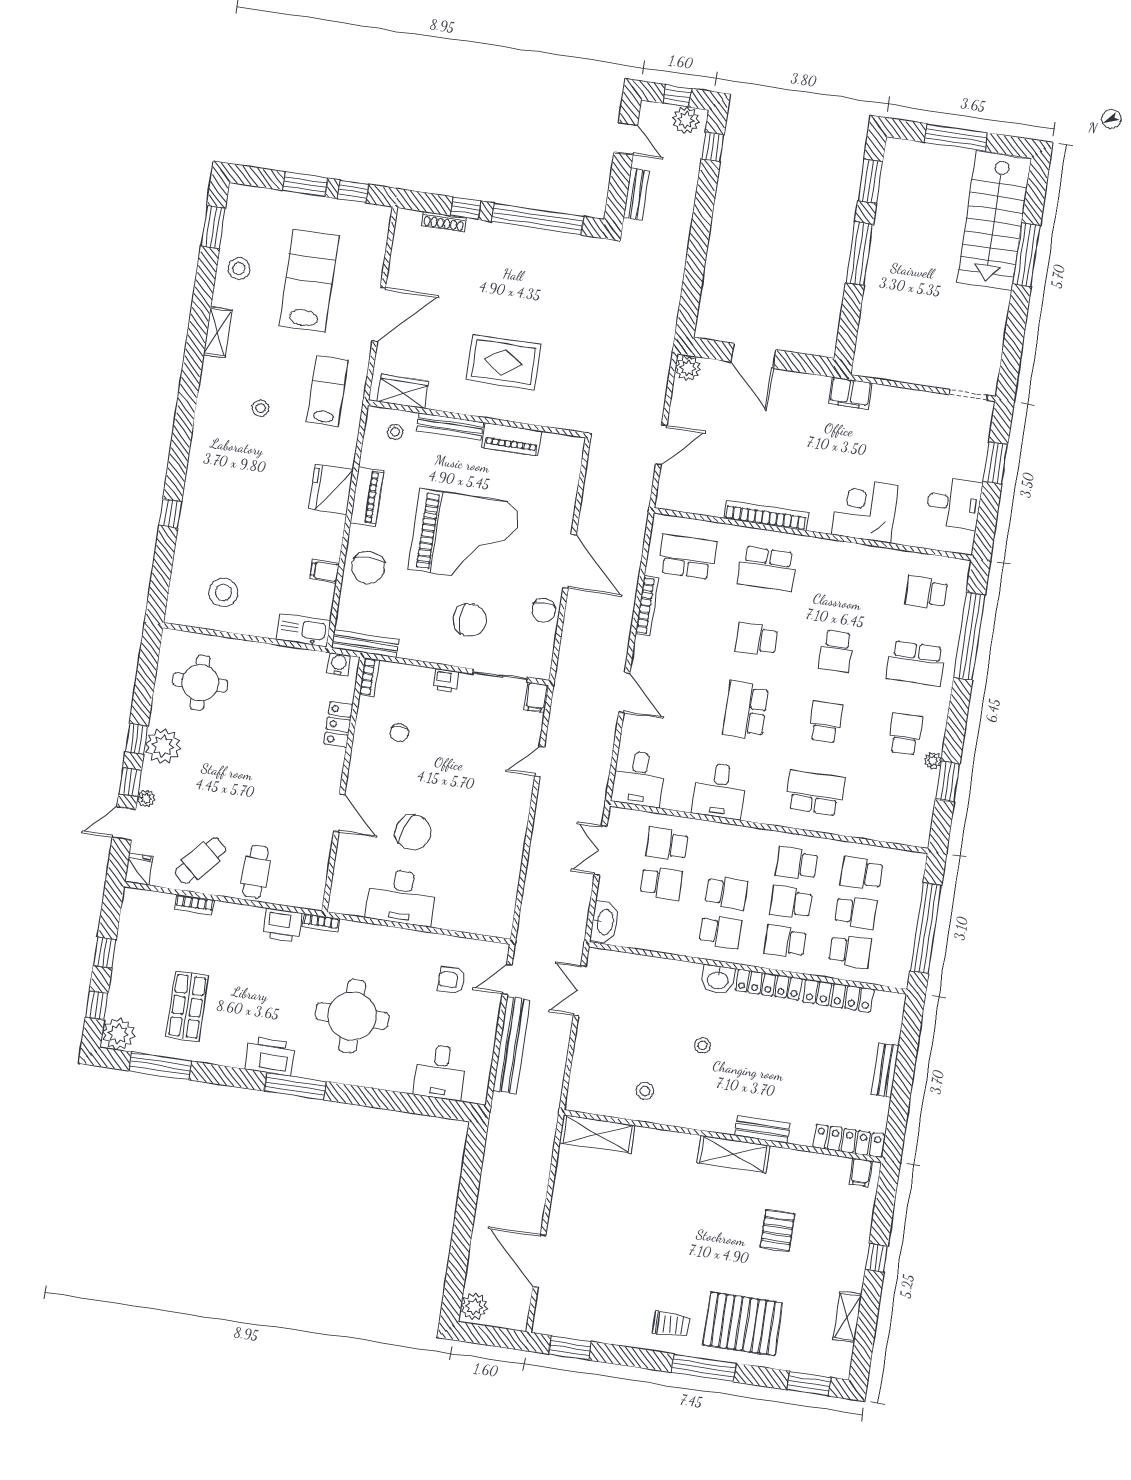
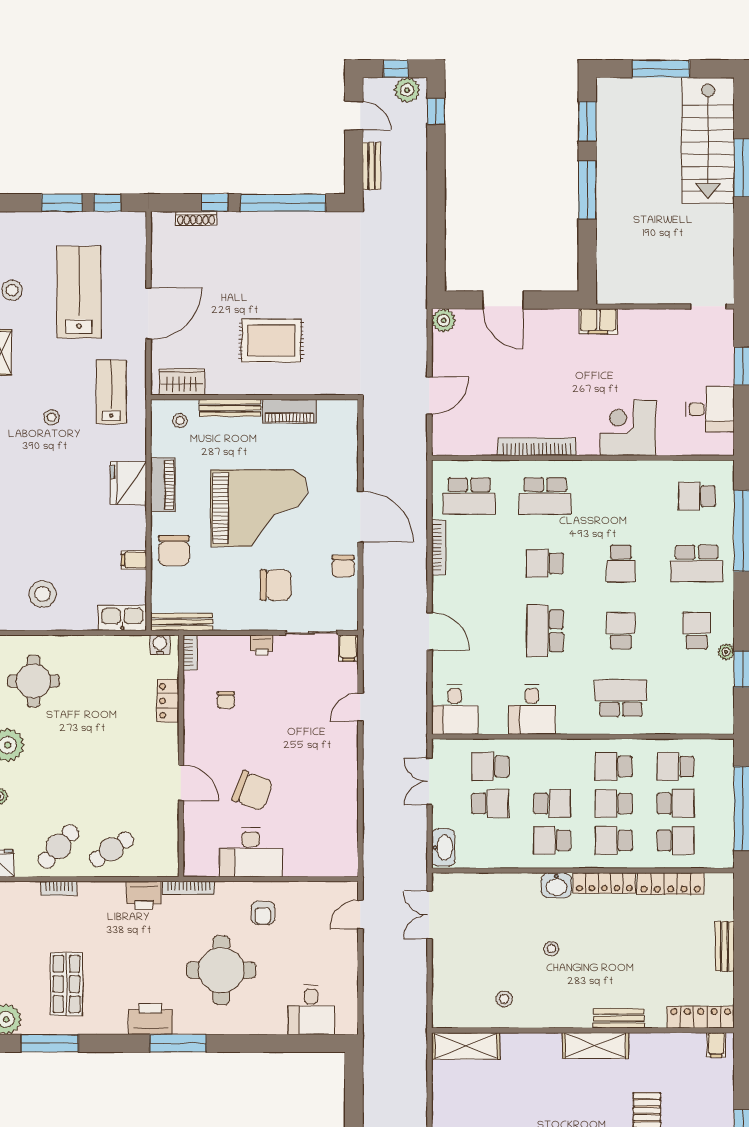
school desk: (687, 557) -> (469, 496), turned 180
cafe table: (256, 872) -> (111, 849), turned 54
bookcase: (321, 923) -> (189, 888), width x1.56
school desk: (720, 932) -> (552, 840), turned 180
armchair: (452, 980) -> (263, 913), moved, turned -90
bench: (512, 1045) -> (374, 975), removed

